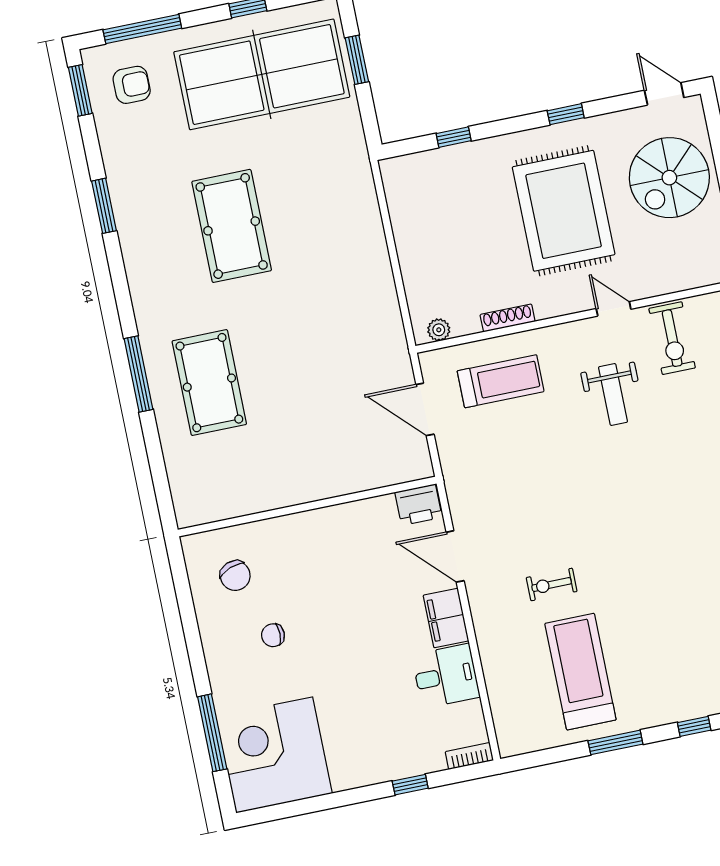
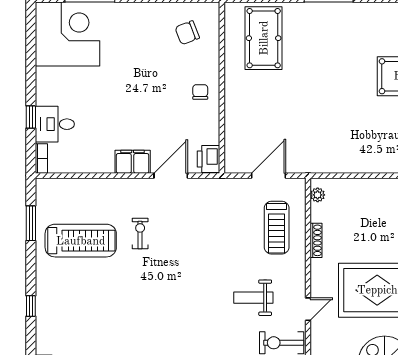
pool table: (209, 383) -> (264, 38), moved, turned 90
chair: (273, 635) -> (200, 92), moved
desk: (446, 676) -> (55, 124), moved, turned 90
window: (615, 742) -> (31, 223), moved

